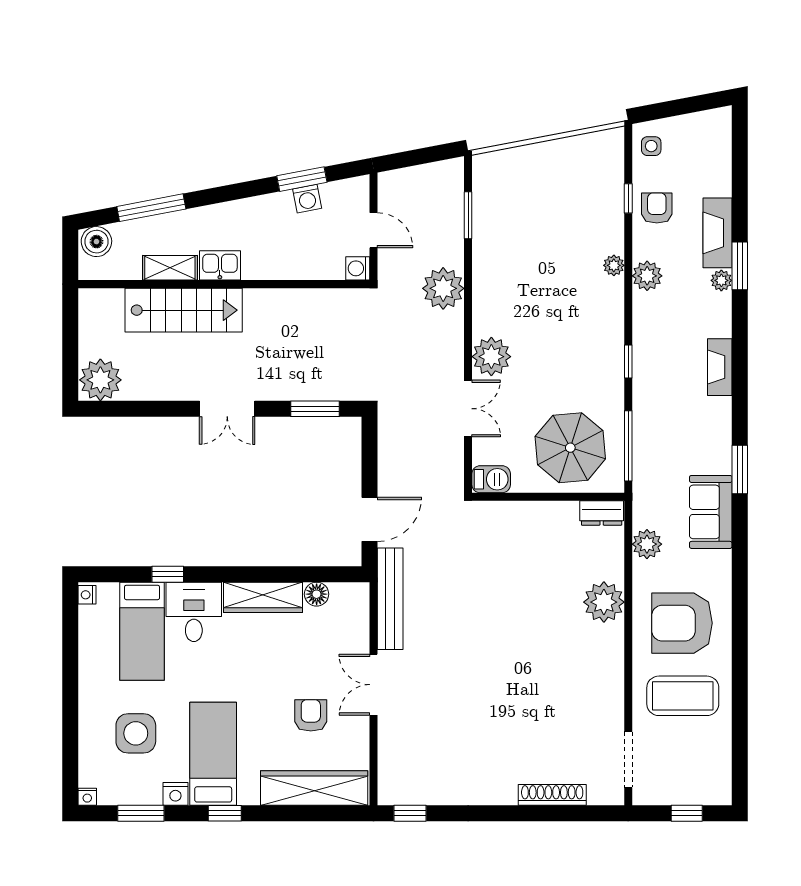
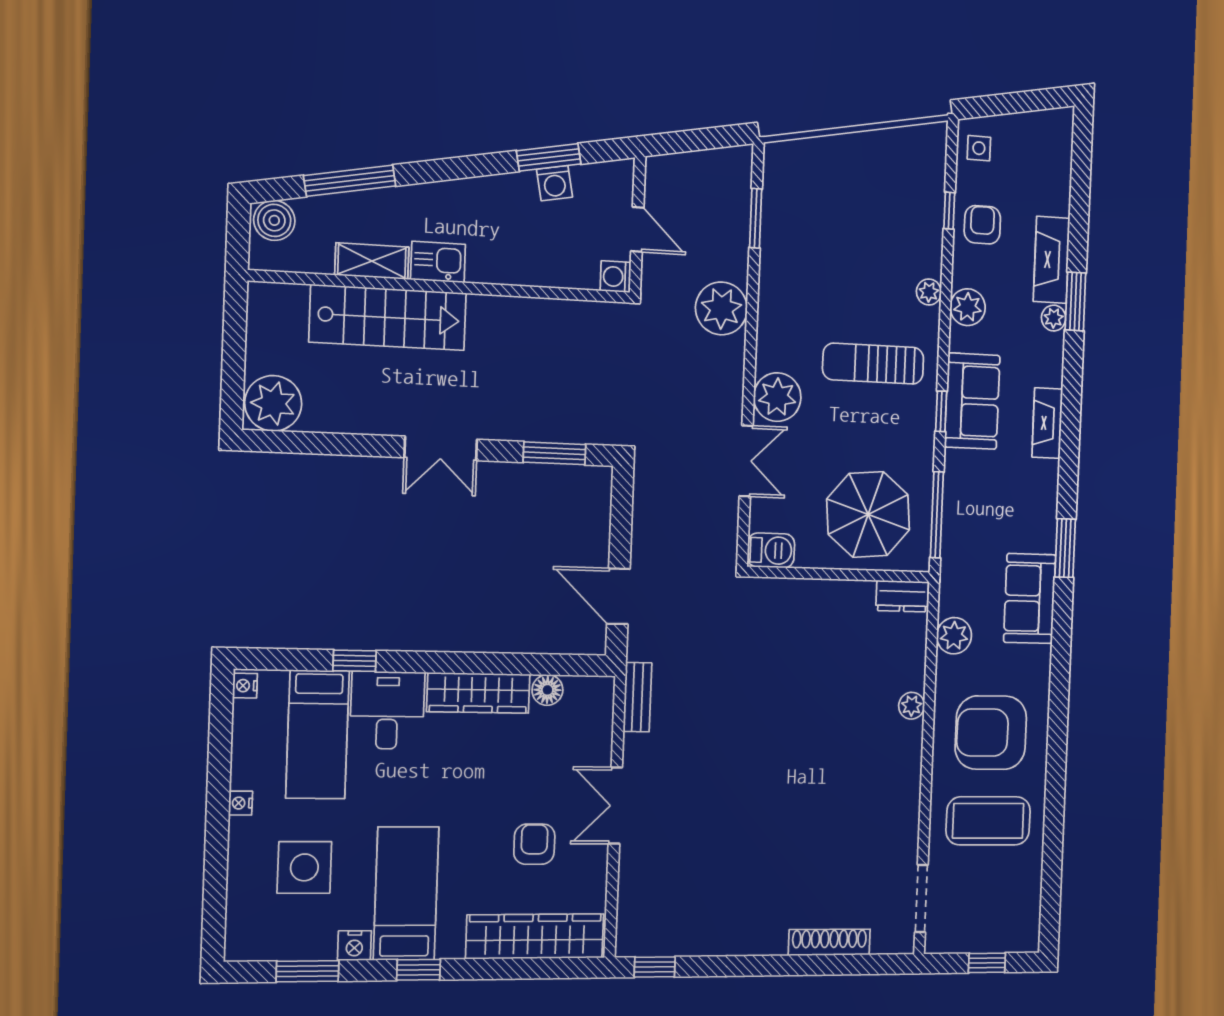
sun lounger: (570, 326) -> (873, 364), added
sofa: (654, 352) -> (972, 401), added
door: (370, 519) -> (618, 596), swing flipped
bench: (390, 599) -> (637, 697), width x0.54, depth x0.82
plant: (604, 602) -> (912, 706), width x0.53, depth x0.53
nightstand: (87, 797) -> (240, 803), moved, turned 90

